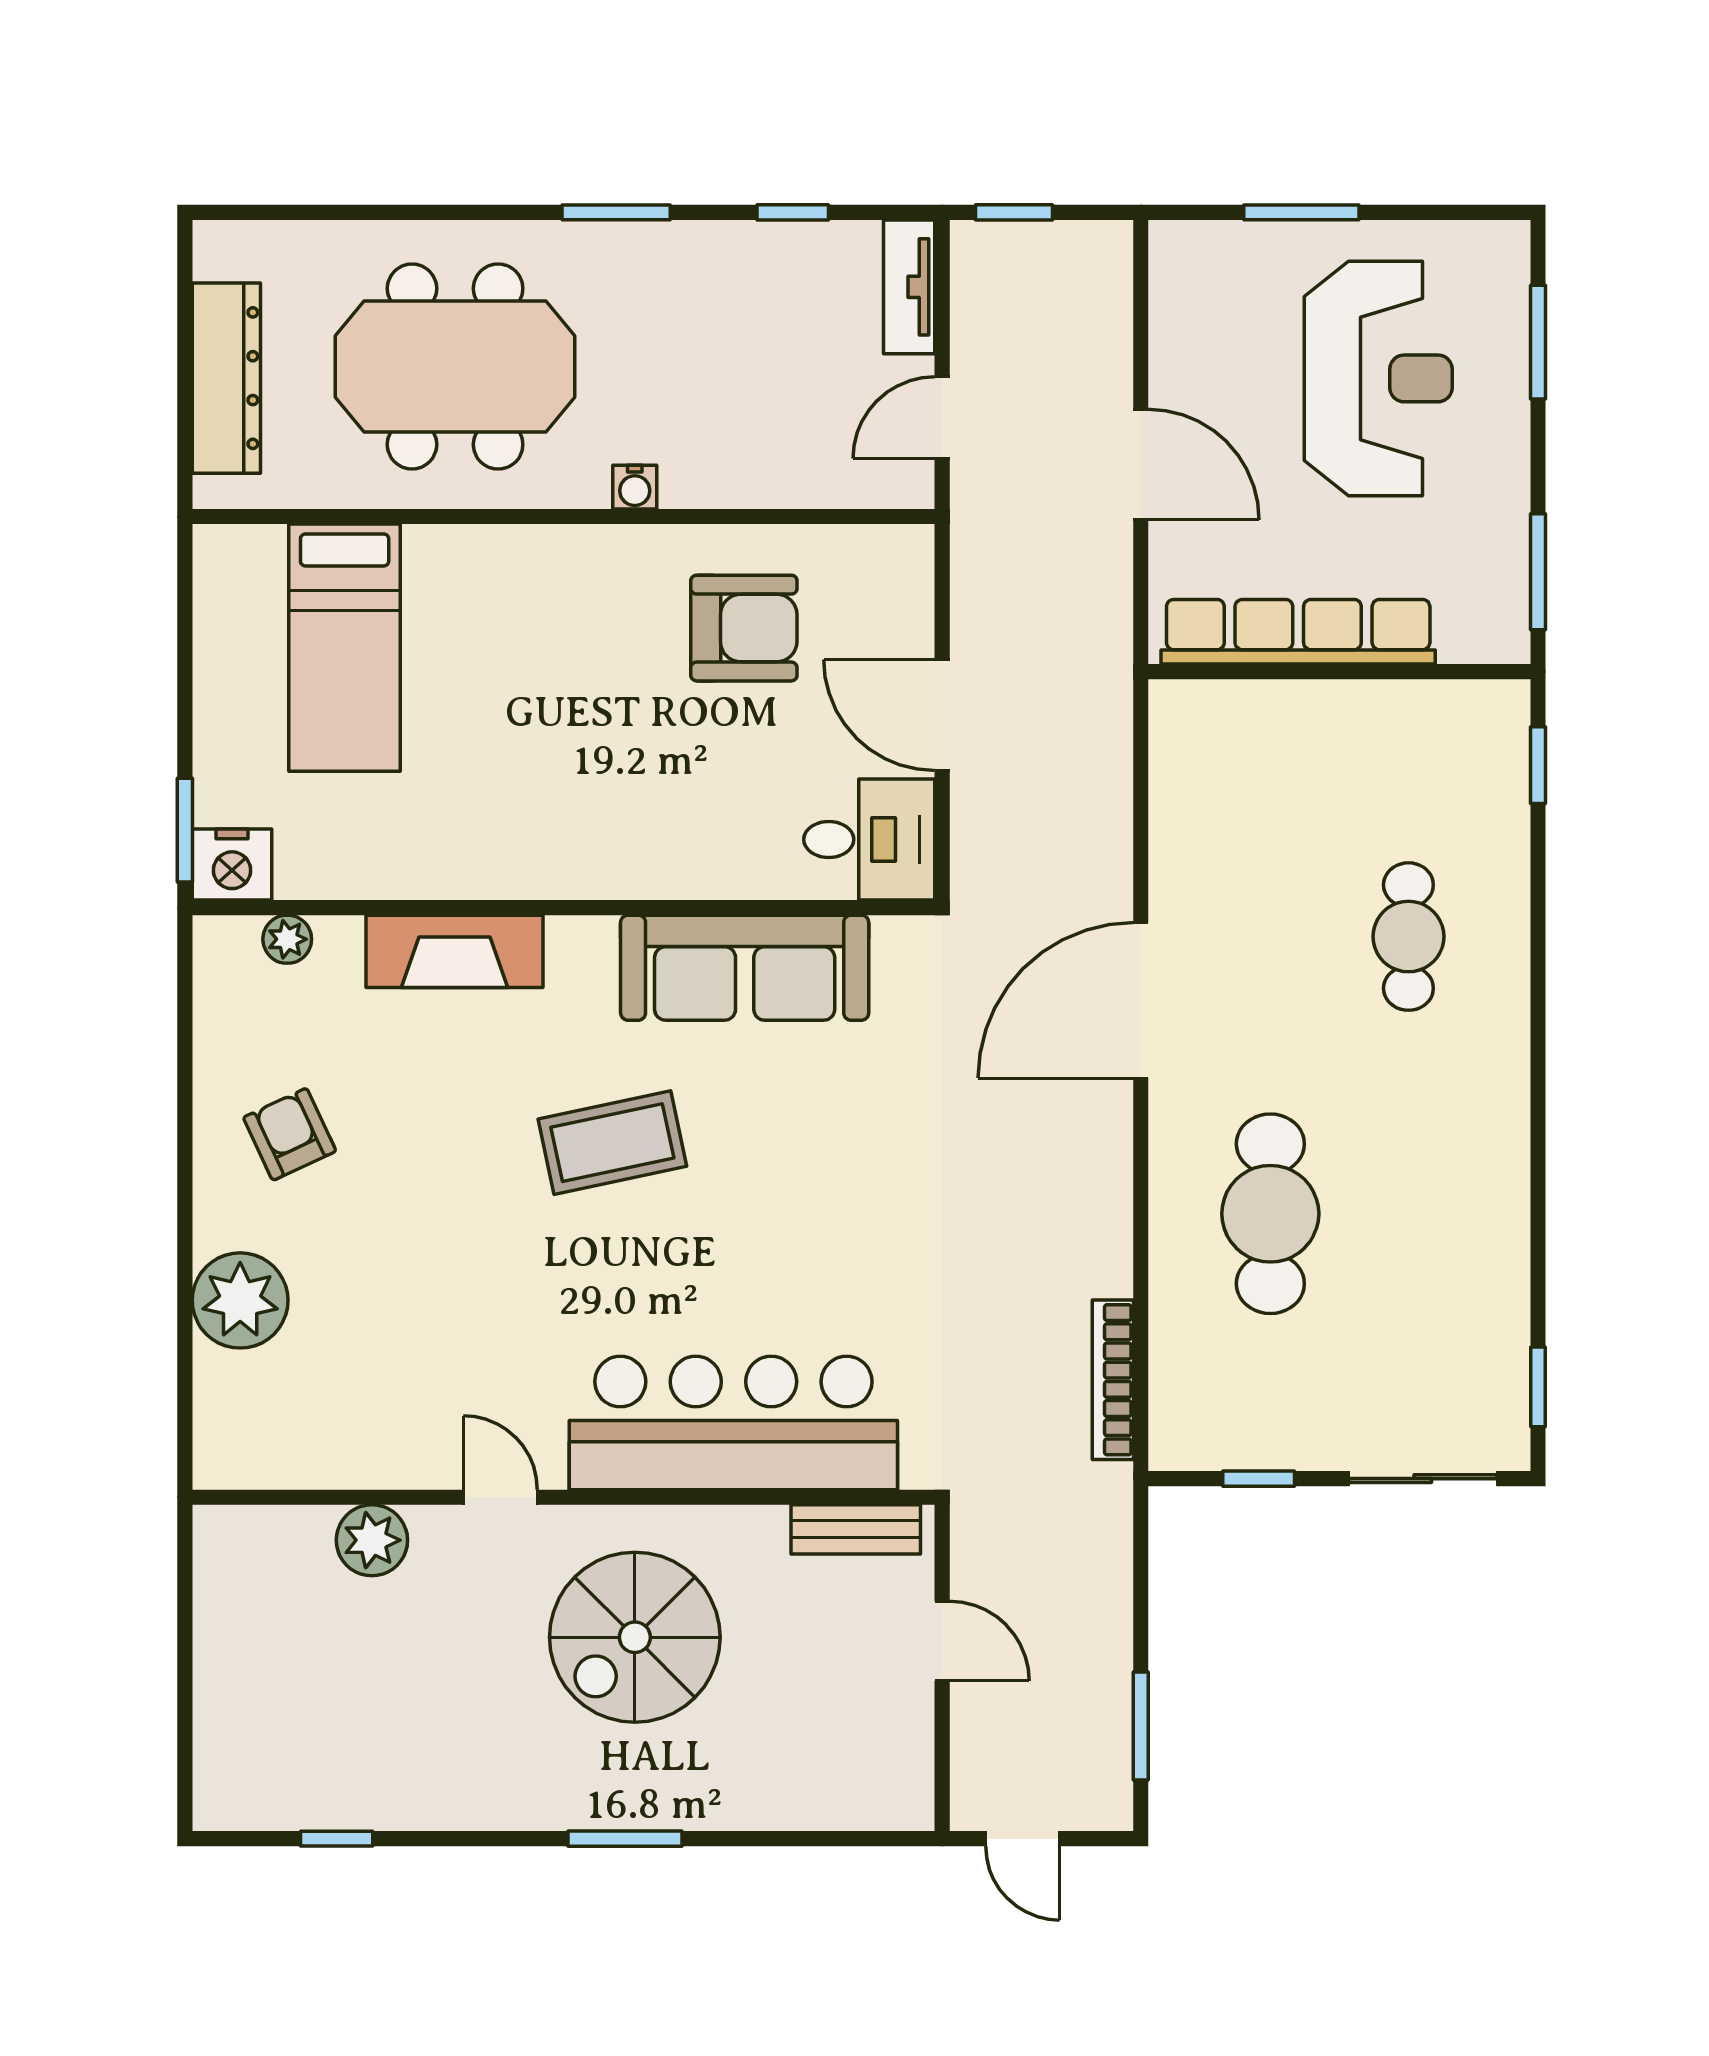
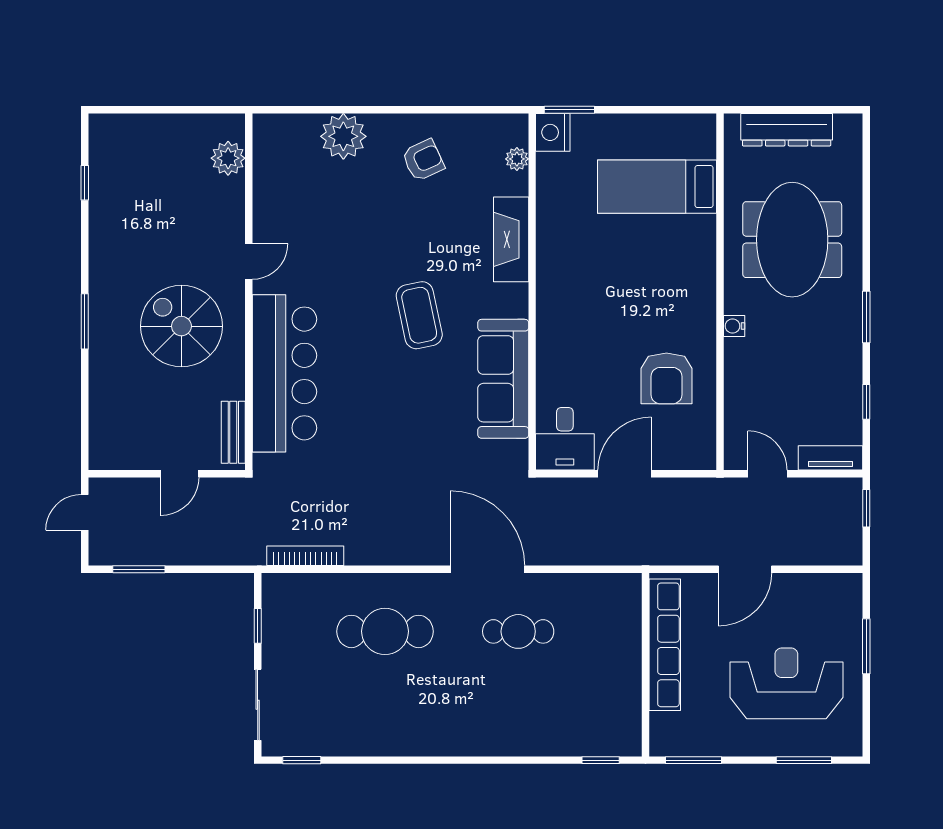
reception desk: (1378, 378) -> (786, 683), turned 180
cafe table: (1408, 937) -> (518, 631), moved
plant: (372, 1540) -> (228, 158), moved

